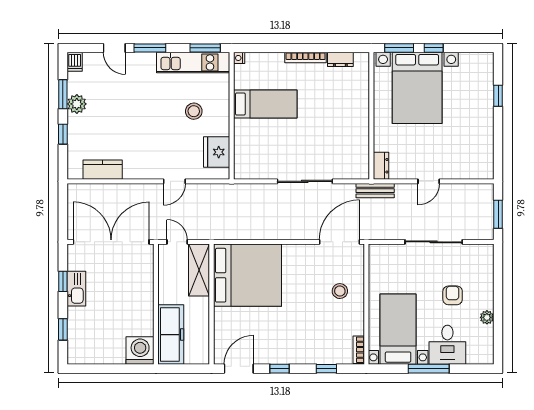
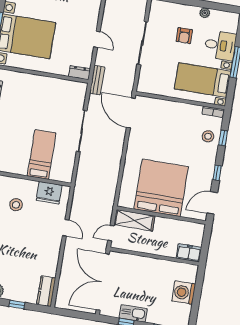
bed: (265, 104) -> (42, 155), moved
kitchen counter: (103, 170) -> (46, 291), moved
bed: (247, 275) -> (161, 188), moved
stool: (340, 291) -> (208, 136), moved
armchair: (453, 295) -> (184, 36), turned -90
freezer: (171, 335) -> (189, 253), width x0.52, depth x0.79
washing machine: (140, 351) -> (184, 293), moved
door: (239, 369) -> (212, 203), hinge flipped

